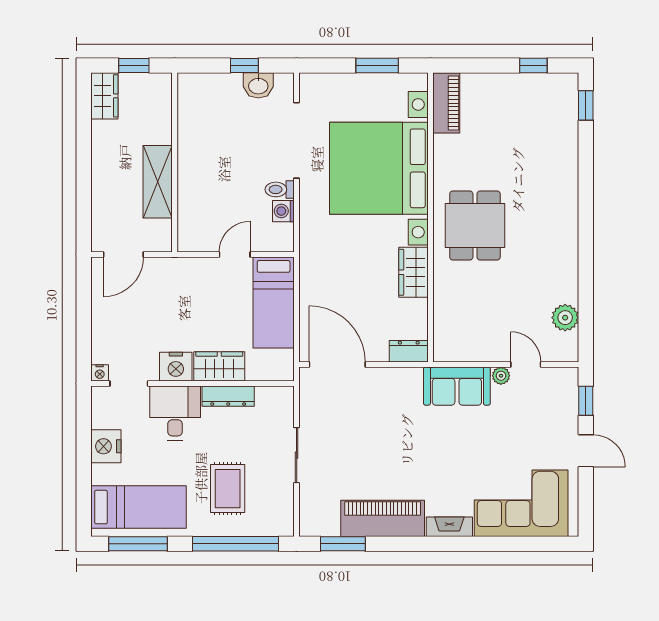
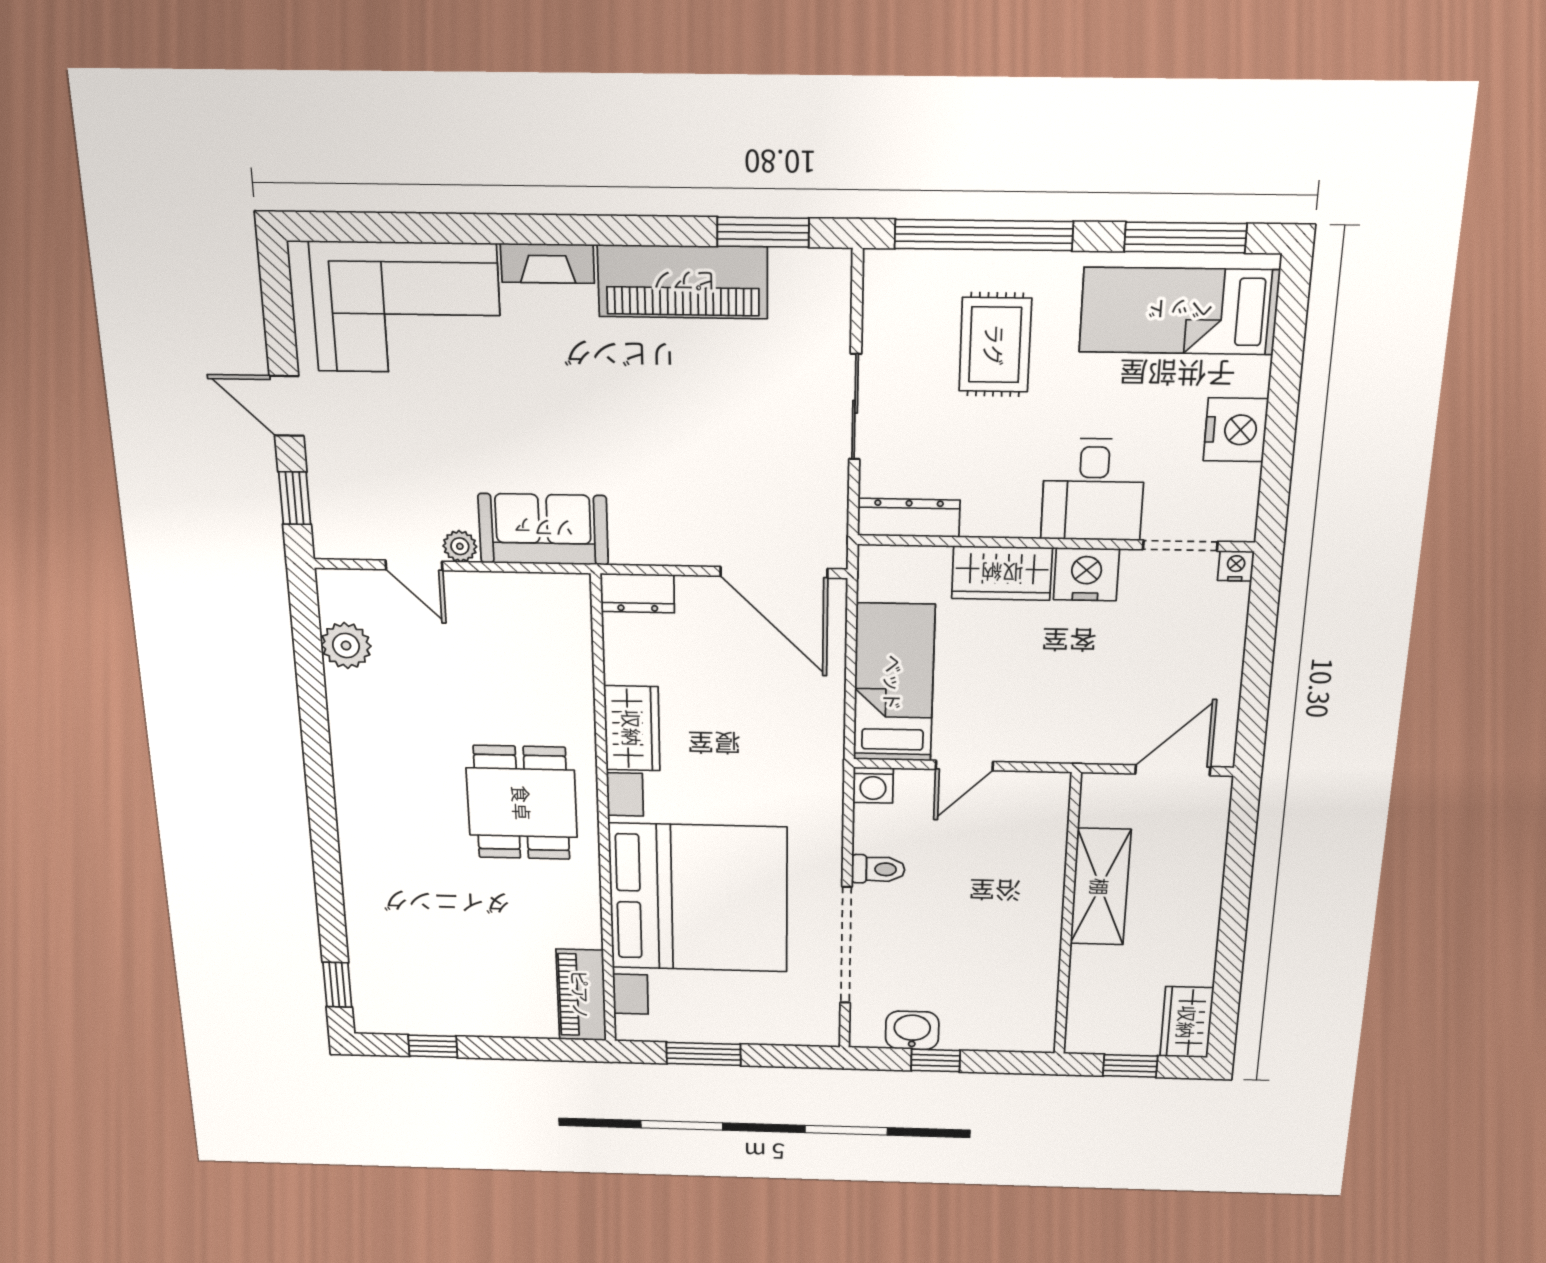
washing machine: (283, 211) -> (873, 785), moved, turned 90
dresser: (228, 396) -> (909, 518), moved

